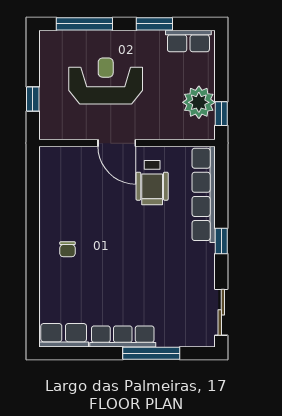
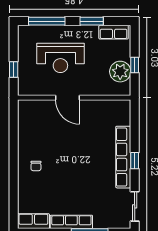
reception desk: (106, 81) -> (60, 58), turned 180
window: (221, 114) -> (135, 65), moved
wheelchair: (152, 183) -> (90, 123), removed
row of seats: (204, 194) -> (123, 157), moved

